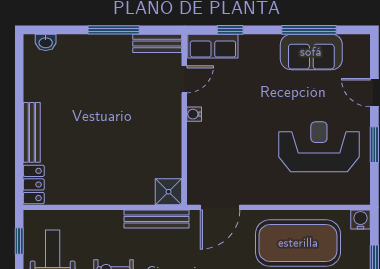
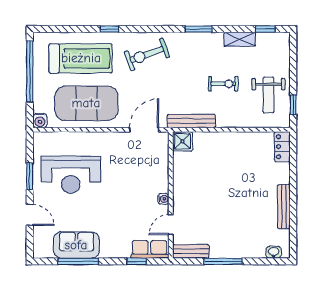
bench: (32, 132) -> (284, 207), moved

